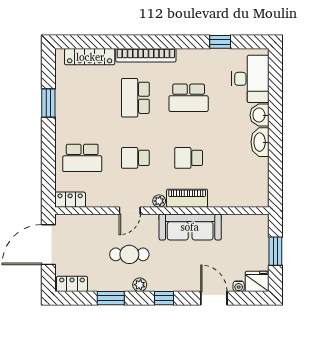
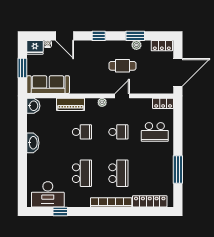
desk: (250, 79) -> (48, 194), moved, turned -90
school desk: (189, 98) -> (82, 173), turned 90
window: (48, 103) -> (178, 170), width x1.44
washbasin: (260, 115) -> (33, 106), moved
school desk: (82, 158) -> (155, 132), turned 180
piano: (187, 198) -> (71, 104), moved
sofa: (190, 227) -> (48, 85), moved
plant: (140, 285) -> (136, 45), moved

